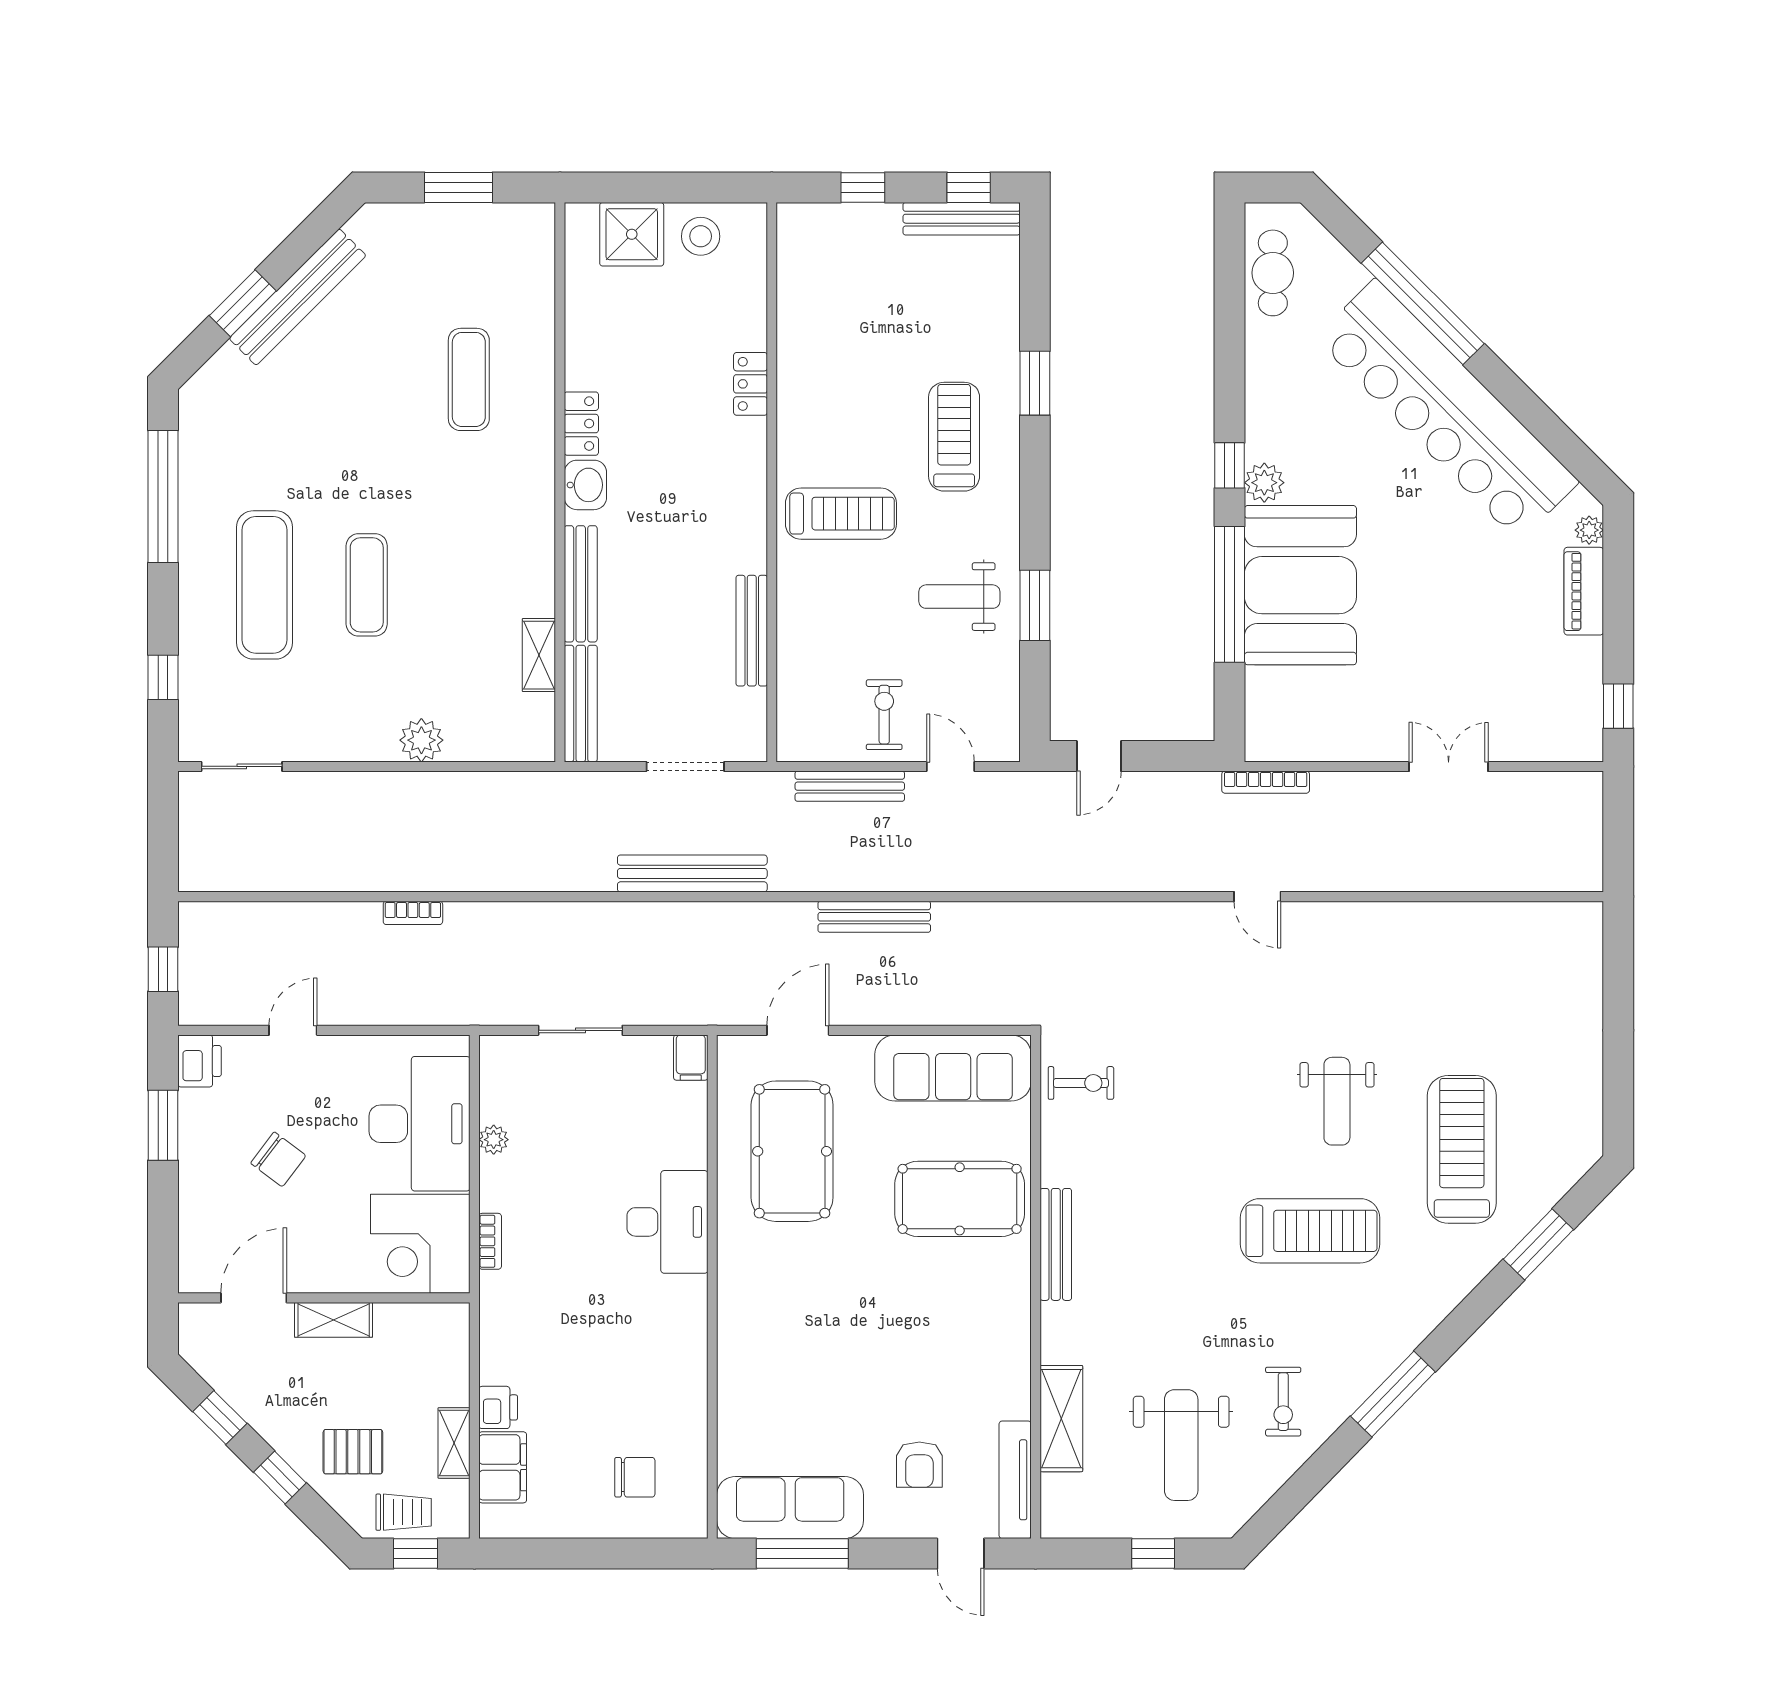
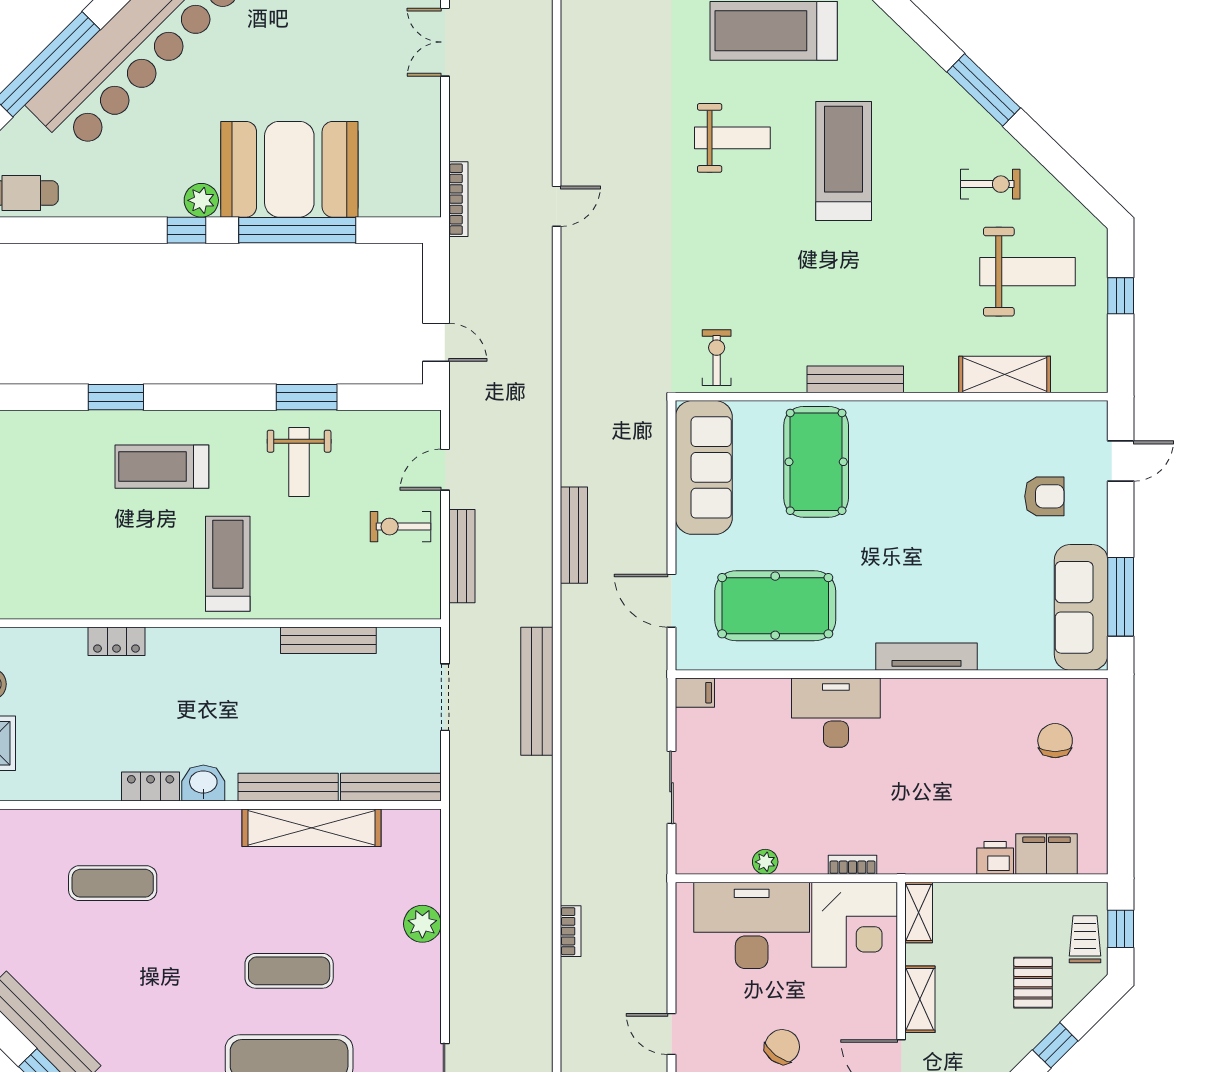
shelving: (539, 655) -> (312, 828), width x2.20, depth x1.33
shelving: (454, 1443) -> (919, 912), moved, turned 90
tv unit: (1015, 1480) -> (926, 657), moved, turned 180

